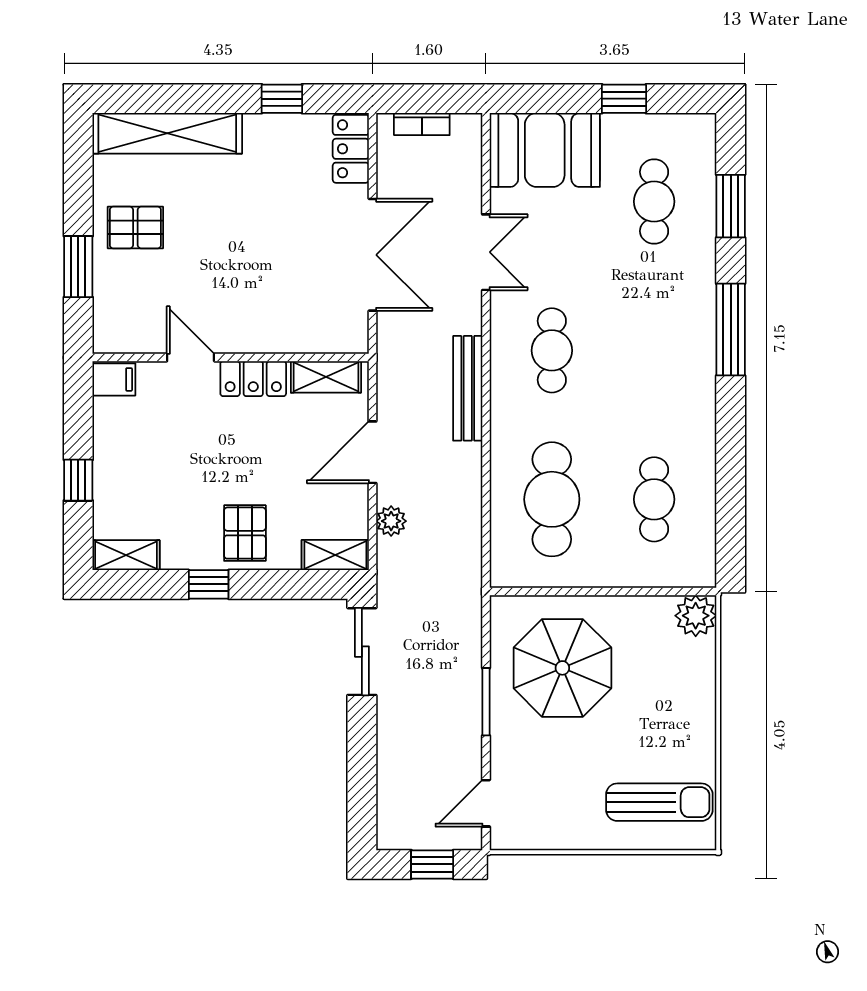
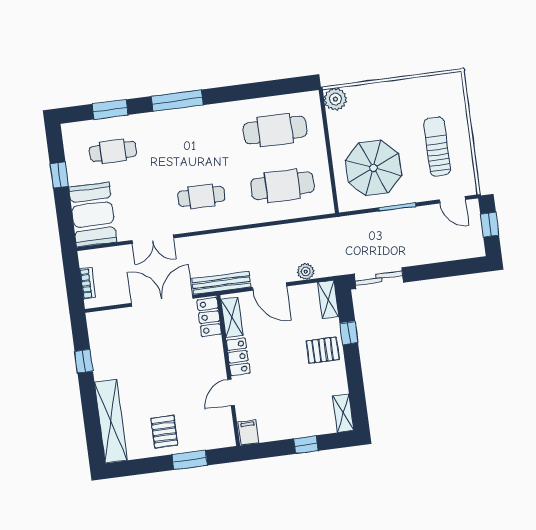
locker: (351, 149) -> (209, 317), moved, turned 90
double door: (486, 252) -> (153, 239), swing flipped
bench: (468, 388) -> (221, 283), moved
cafe table: (654, 499) -> (275, 130), width x1.37, depth x1.35
window: (209, 584) -> (349, 333), moved
sun lounger: (659, 802) -> (437, 147), moved

